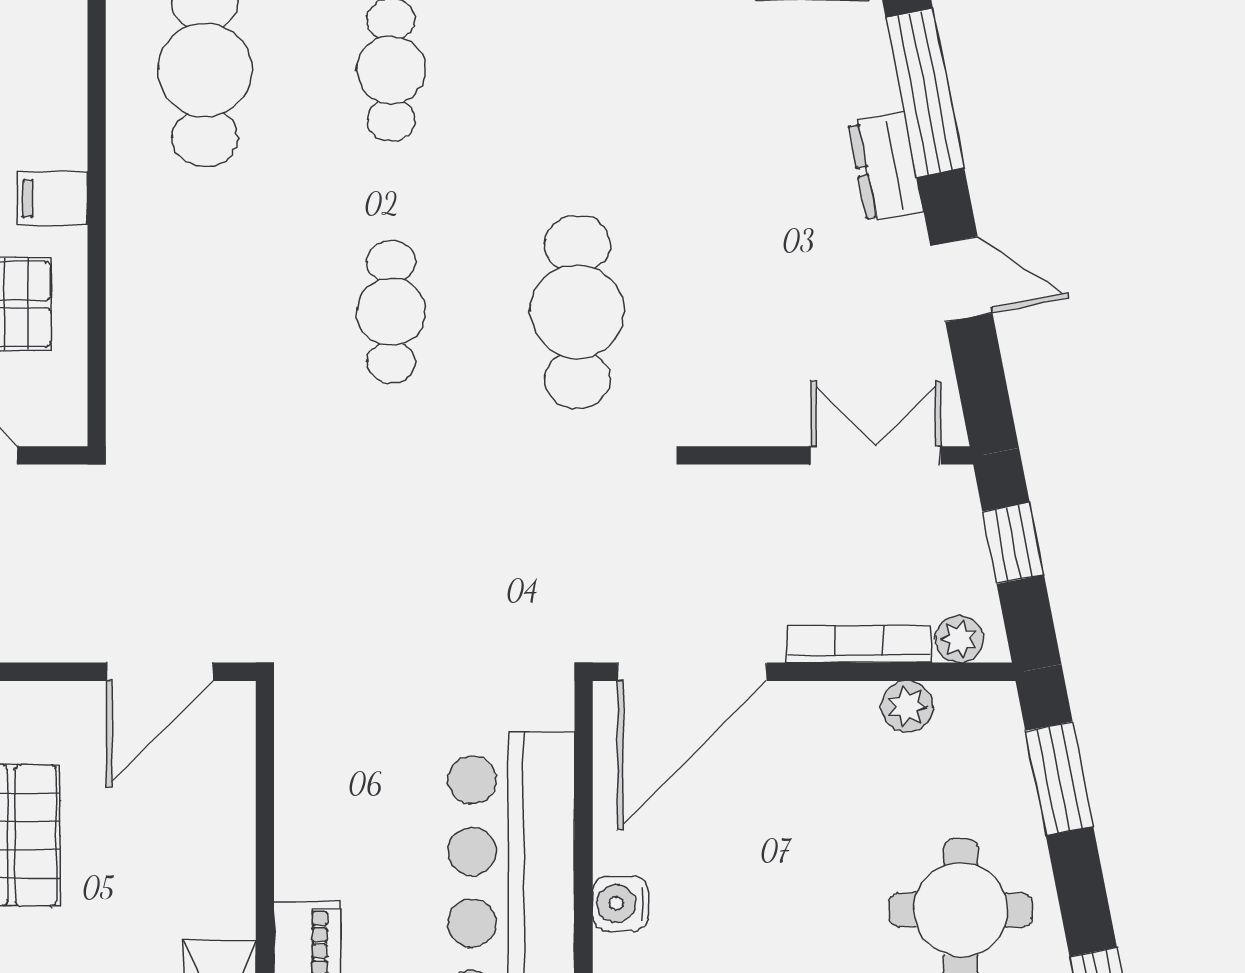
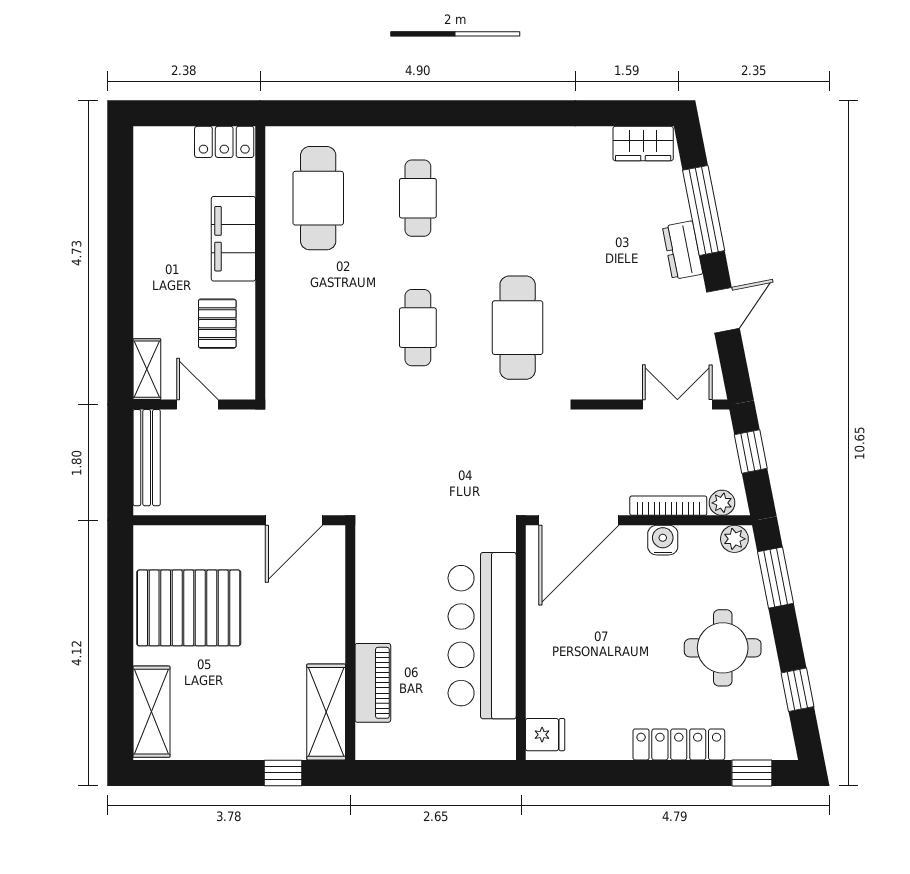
filing cabinet: (52, 199) -> (233, 239), width x3.00, depth x1.17
door: (961, 279) -> (723, 310), hinge flipped
plant: (907, 706) -> (734, 539), moved
water cooler: (621, 903) -> (663, 540), moved, turned 90

